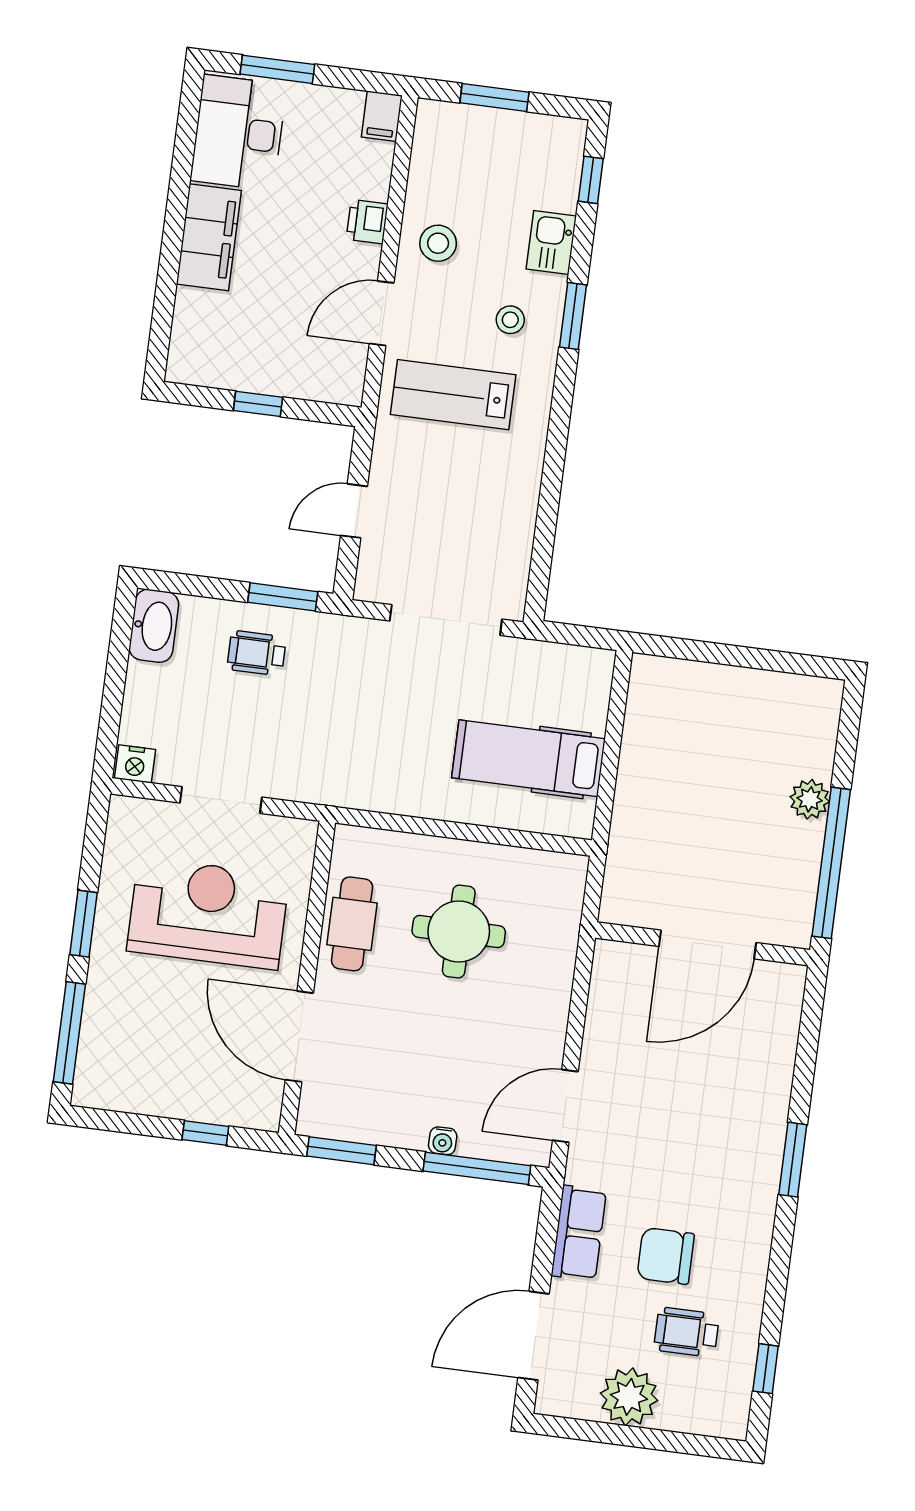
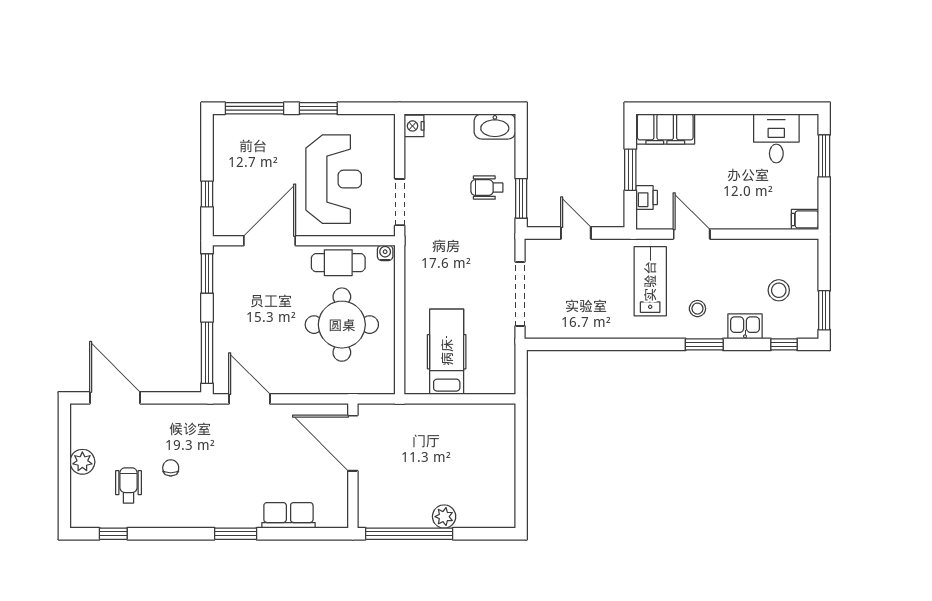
window: (494, 98) -> (824, 310), moved
desk: (239, 133) -> (776, 138), width x0.73
printer: (367, 222) -> (647, 198), moved, turned 90
filing cabinet: (209, 237) -> (665, 129), moved
stool: (438, 243) -> (779, 290), moved
window: (258, 404) -> (630, 170), width x1.50
wheelchair: (257, 653) -> (487, 188), turned -90
doorway: (221, 800) -> (400, 202), moved
round table: (459, 932) -> (342, 325), width x1.36, depth x1.36
door: (708, 945) -> (353, 443), moved
water cooler: (443, 1141) -> (385, 253), moved, turned 90
row of seats: (579, 1233) -> (288, 515), moved, turned 180
chair: (666, 1256) -> (171, 468), width x0.54, depth x0.54
plant: (629, 1397) -> (82, 462), width x0.73, depth x0.73

